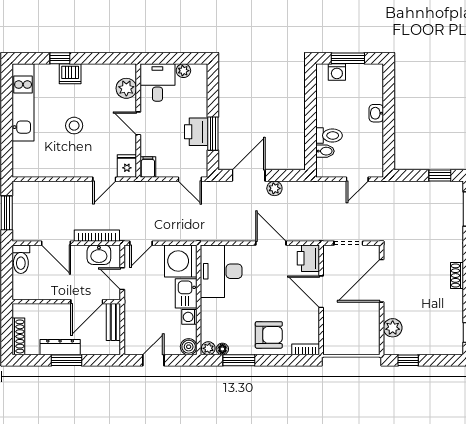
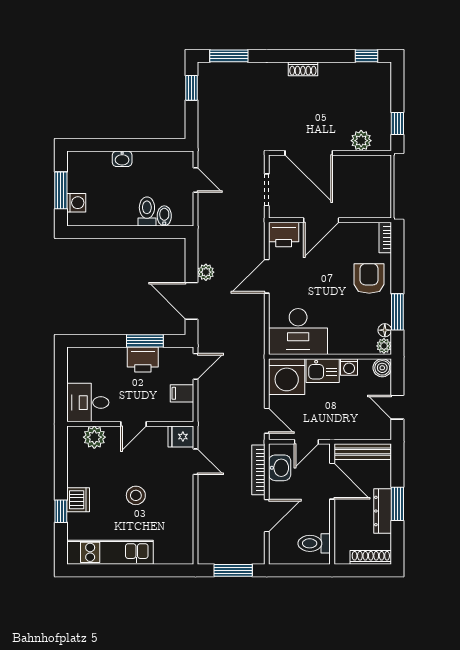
plant: (183, 71) -> (75, 374), removed
filing cabinet: (148, 167) -> (182, 393), moved
toilet: (21, 259) -> (314, 543), moved, turned 180
bench: (113, 322) -> (362, 452), width x1.36

